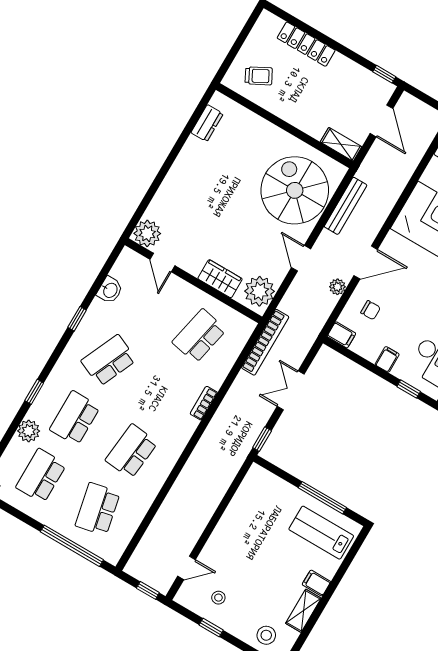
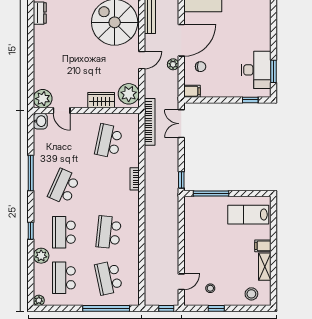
door: (301, 258) -> (142, 60), swing flipped
door: (366, 262) -> (181, 40), width x1.36
washbasin: (110, 290) -> (40, 121), moved
window: (77, 319) -> (31, 173), width x2.17
filing cabinet: (387, 359) -> (227, 90), removed
double door: (291, 390) -> (181, 124), moved
window: (322, 498) -> (211, 194), moved

